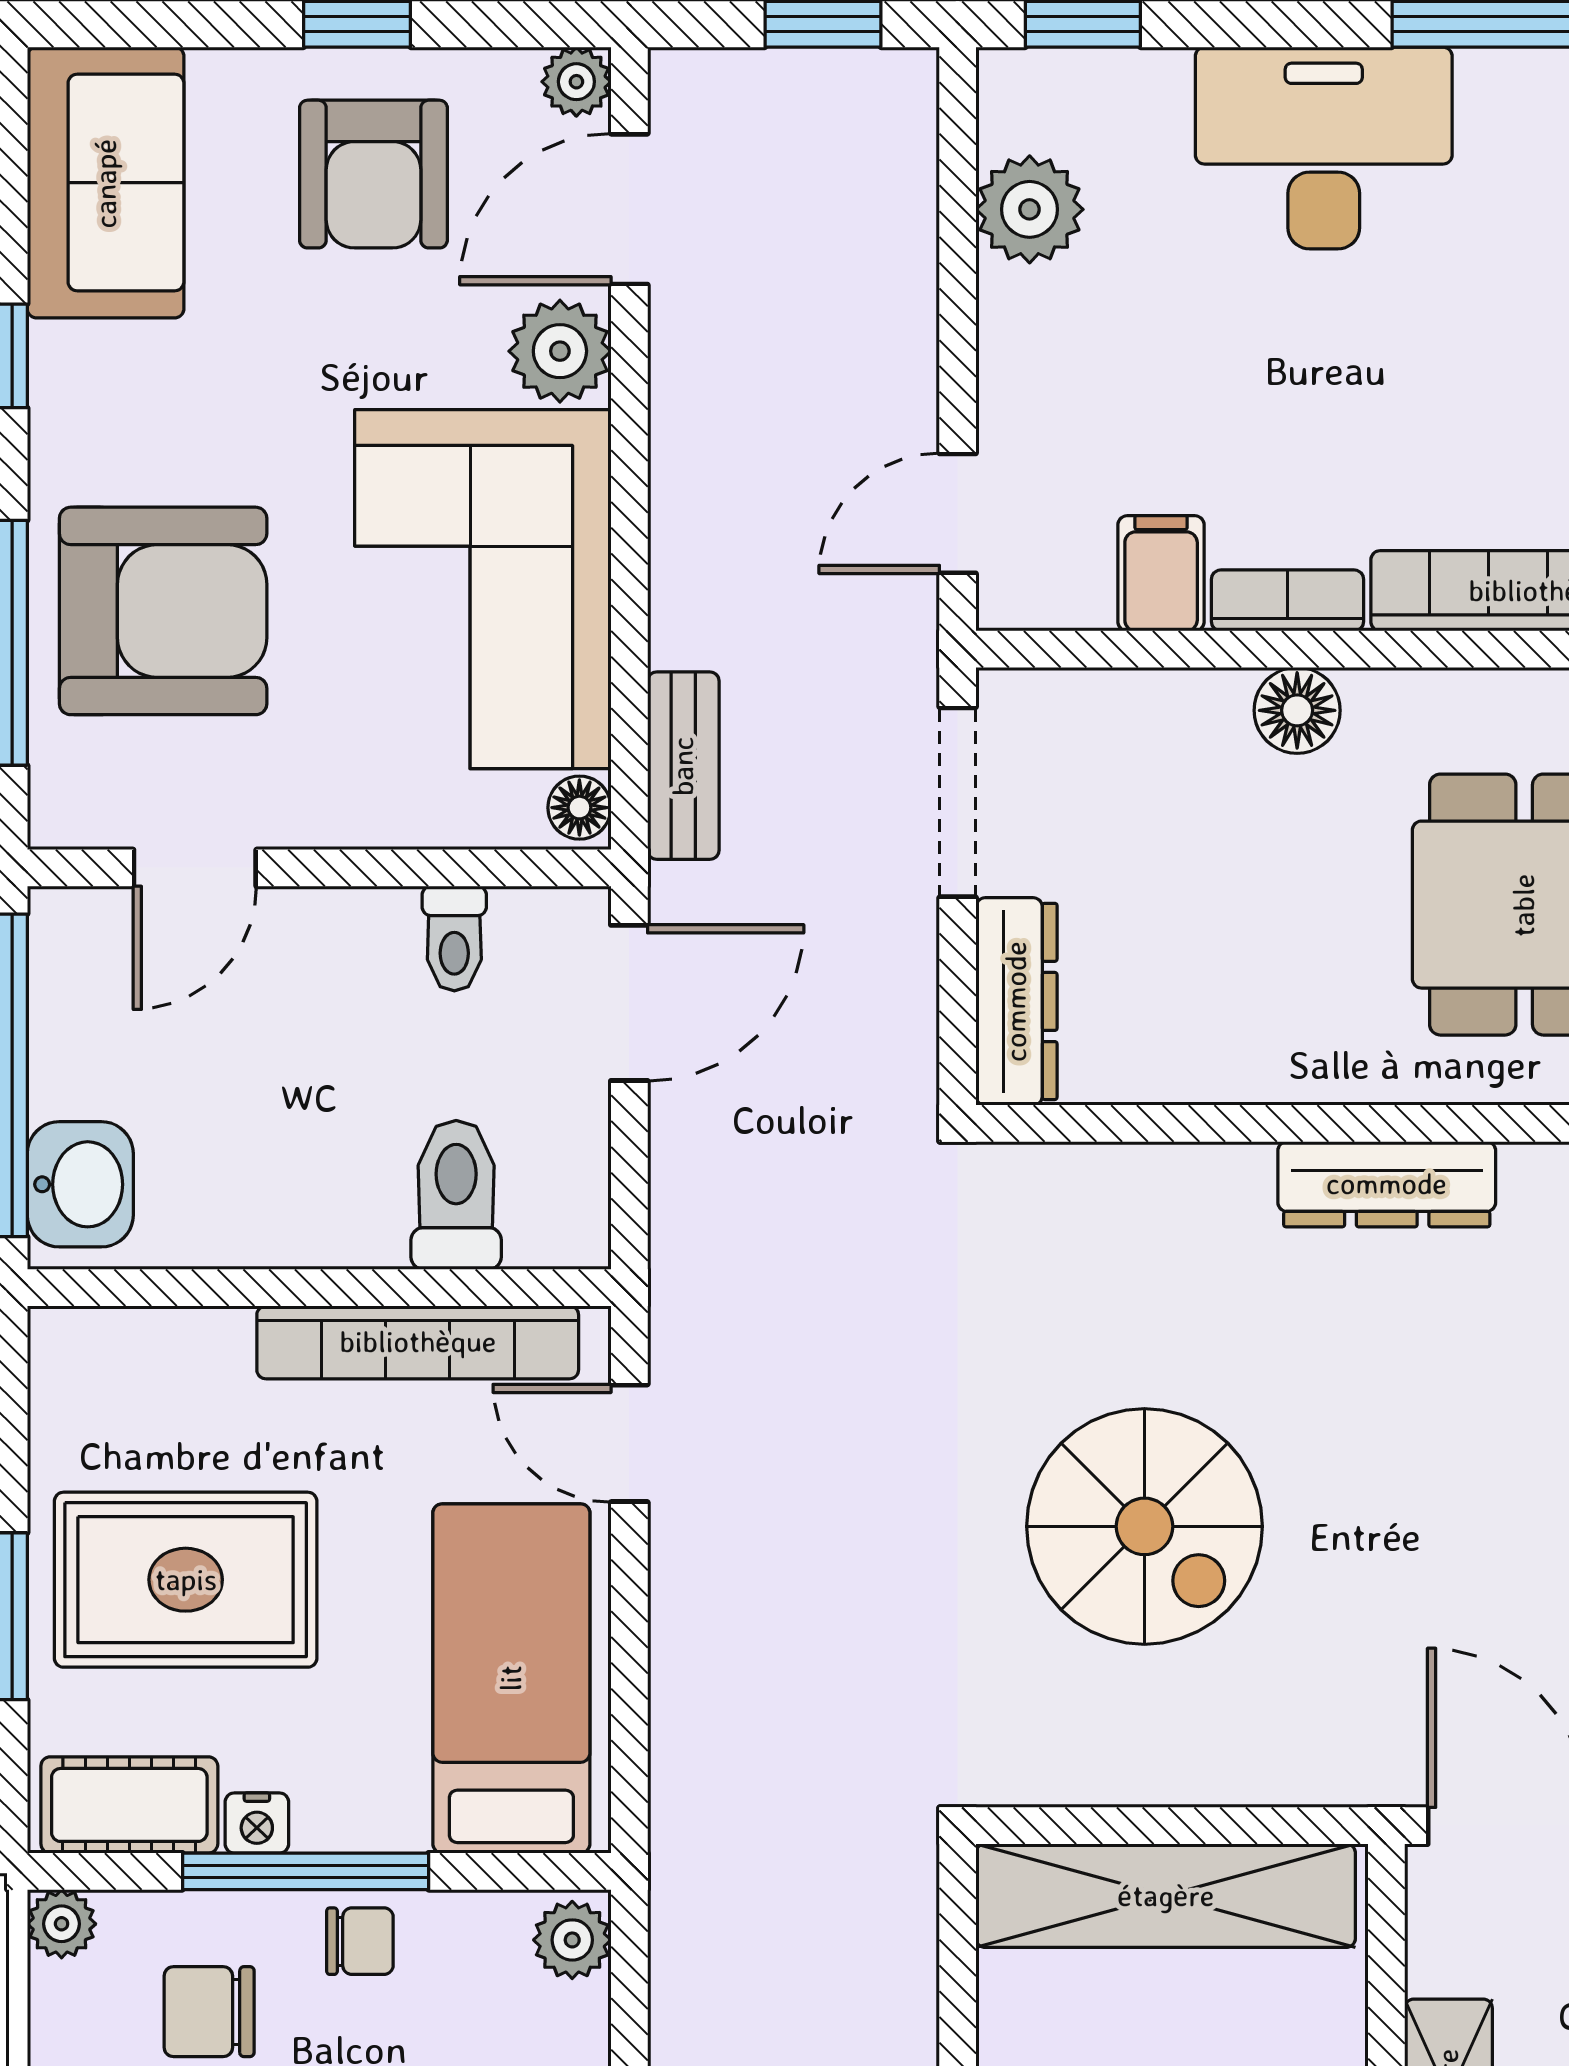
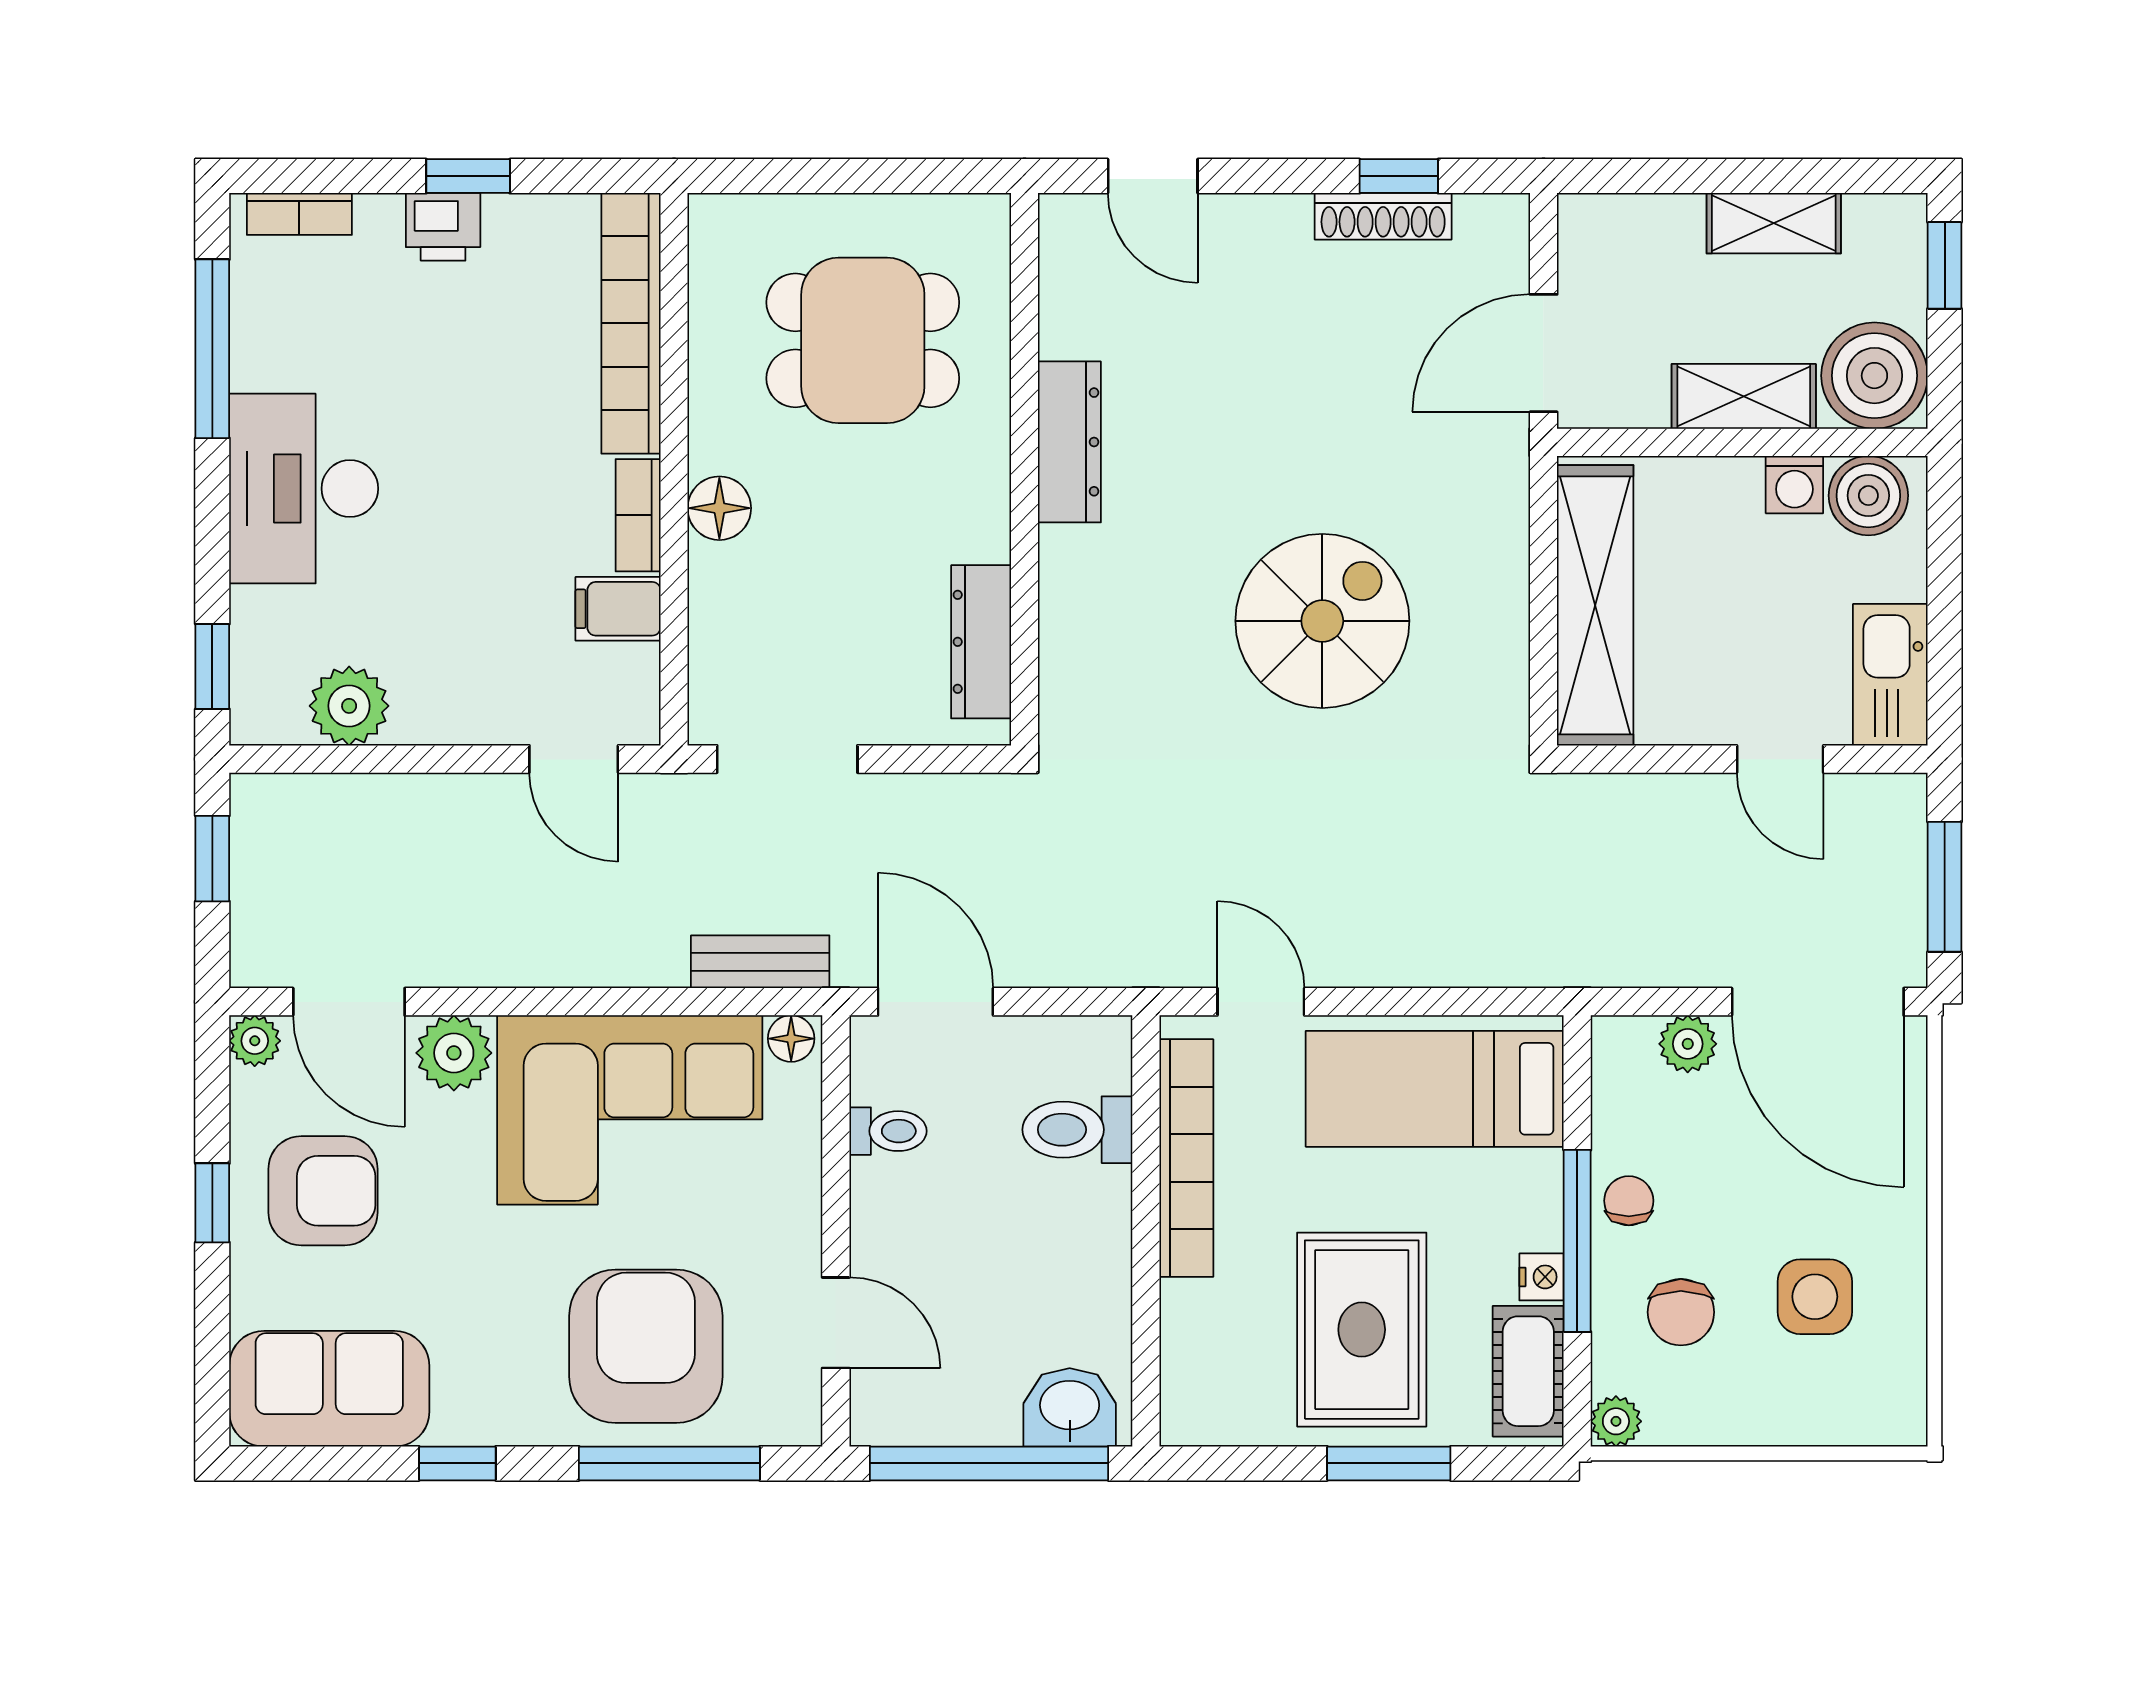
dresser: (1016, 1001) -> (981, 642), moved, turned -90
door: (629, 1443) -> (1261, 1002), swing flipped
plant: (572, 1940) -> (1688, 1044), moved

